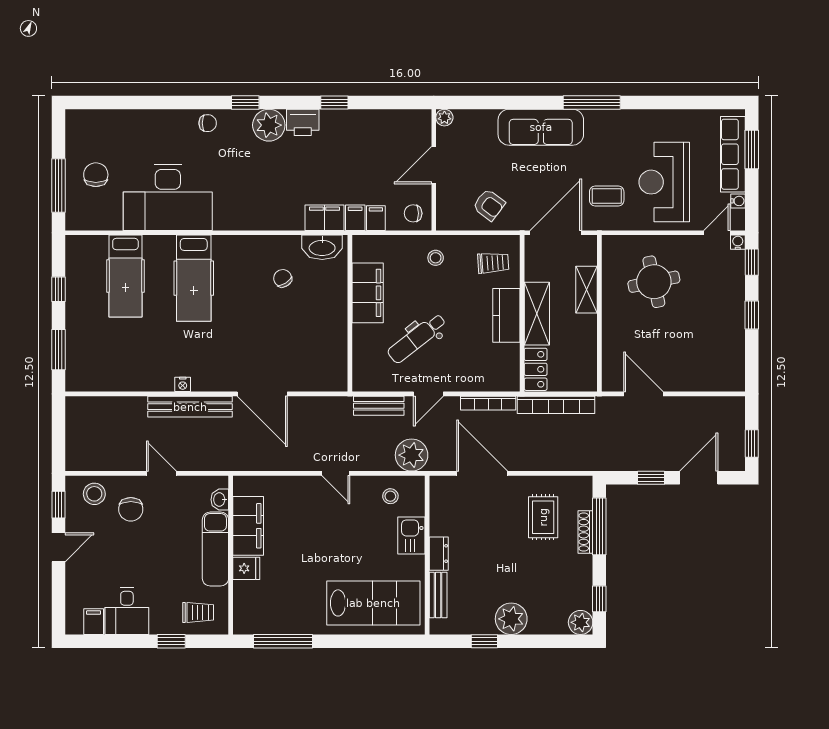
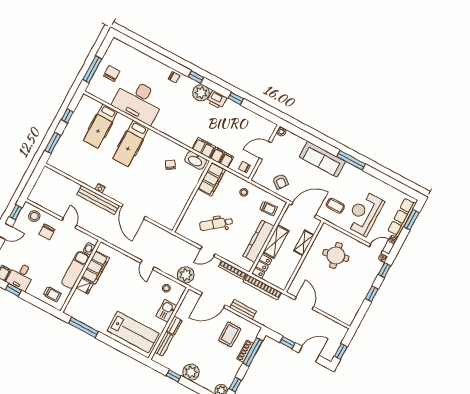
filing cabinet: (368, 293) -> (212, 179), moved
kitchen counter: (506, 315) -> (258, 241), width x1.50
bench: (379, 406) -> (243, 309), moved
door: (482, 473) -> (213, 300), swing flipped
window: (171, 641) -> (13, 290), moved

